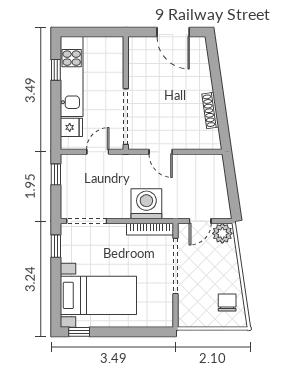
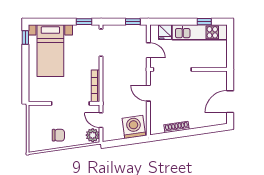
door: (161, 152) -> (148, 93), hinge flipped
washing machine: (146, 204) -> (134, 127), moved, turned -98
chair: (227, 303) -> (58, 135), moved

